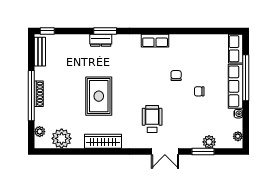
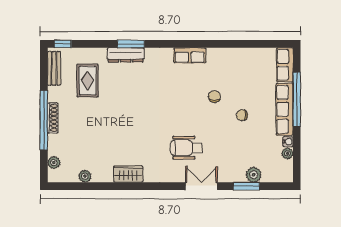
dresser: (101, 40) -> (126, 55), width x1.44
rug: (99, 96) -> (88, 81), moved, width x0.73, depth x0.70
wheelchair: (152, 119) -> (186, 148), turned -90
plant: (238, 136) -> (287, 153), moved
plant: (62, 138) -> (85, 176), width x0.53, depth x0.53
wardrobe: (103, 141) -> (128, 174), width x0.67
double door: (165, 152) -> (201, 186), swing flipped

